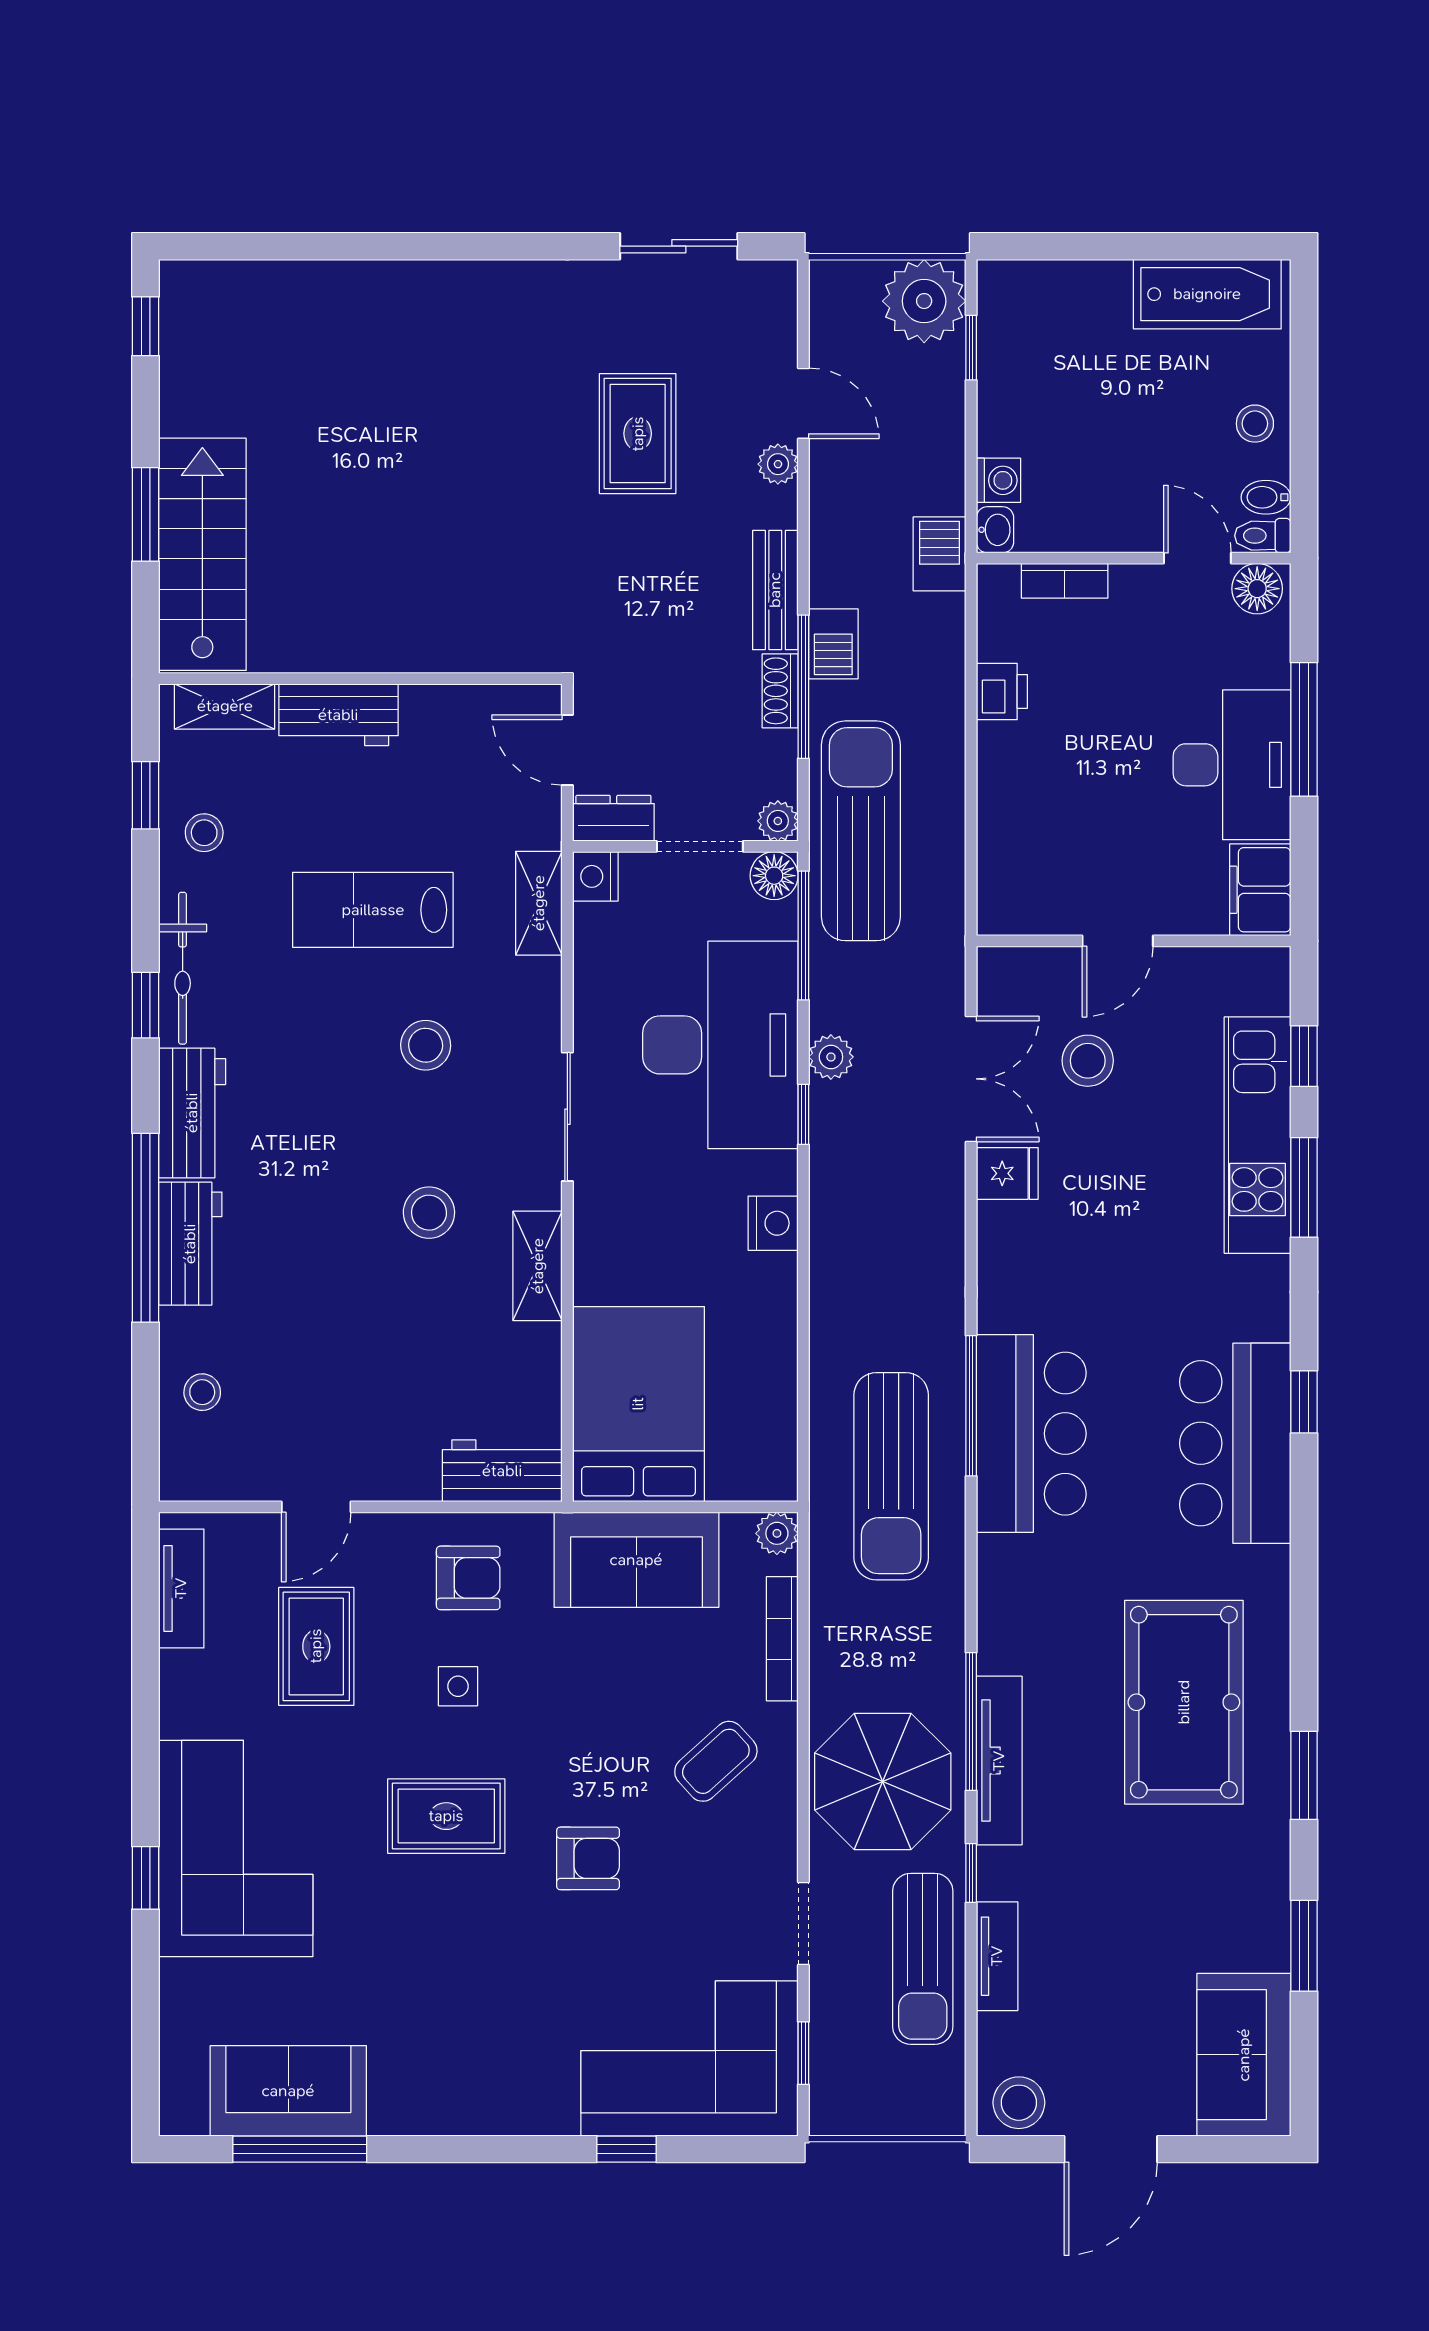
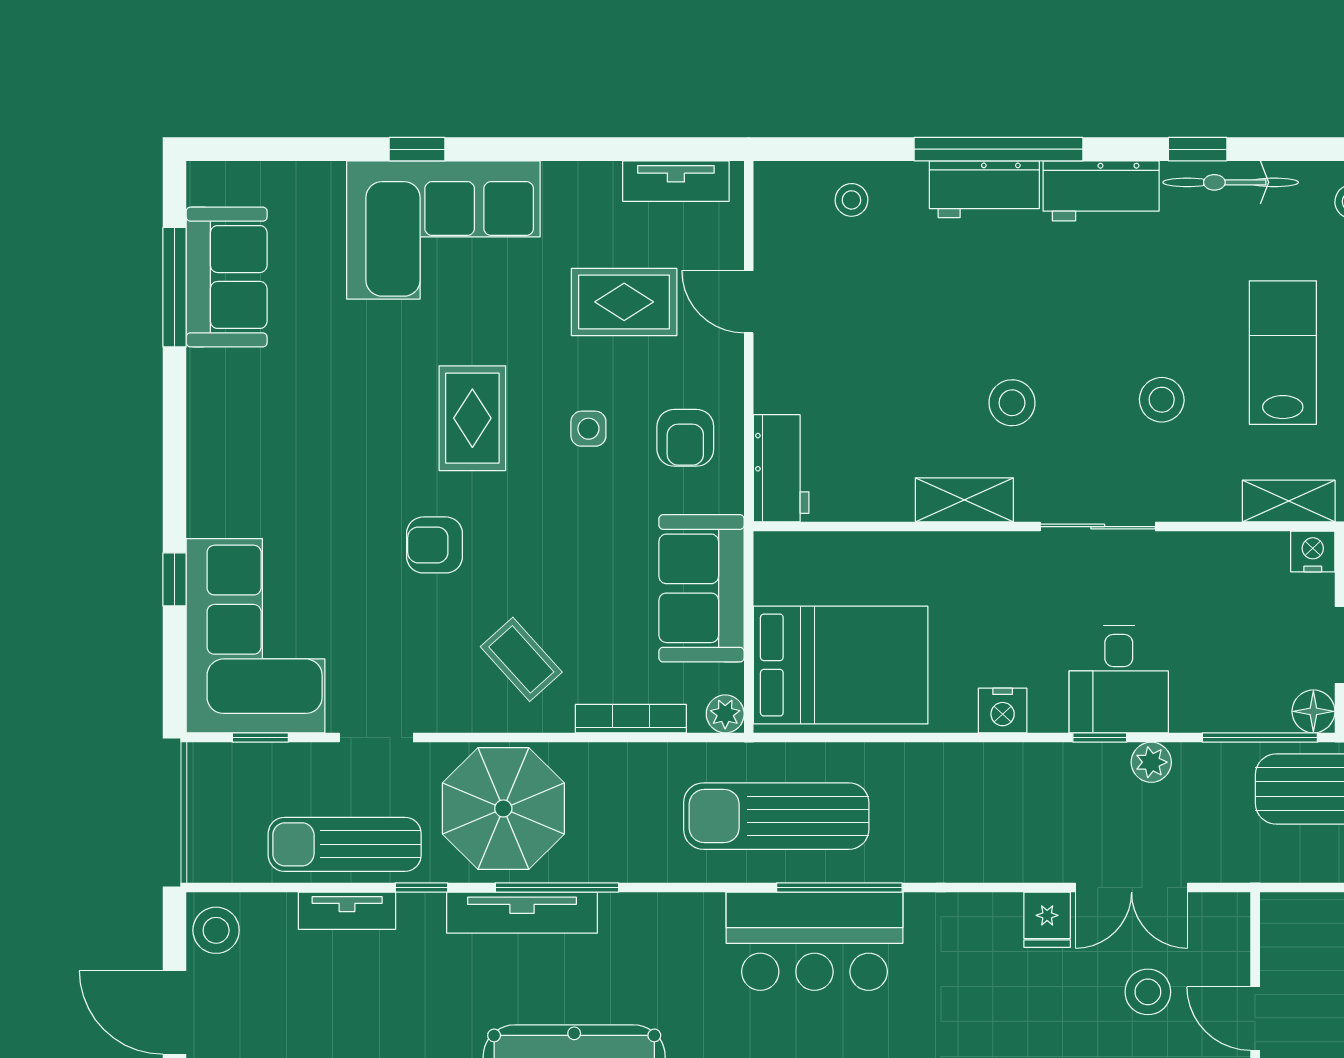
desk: (720, 1045) -> (1119, 679), width x0.53, depth x0.77
bed: (638, 1404) -> (841, 665), moved
armchair: (588, 1858) -> (435, 545), turned 90

